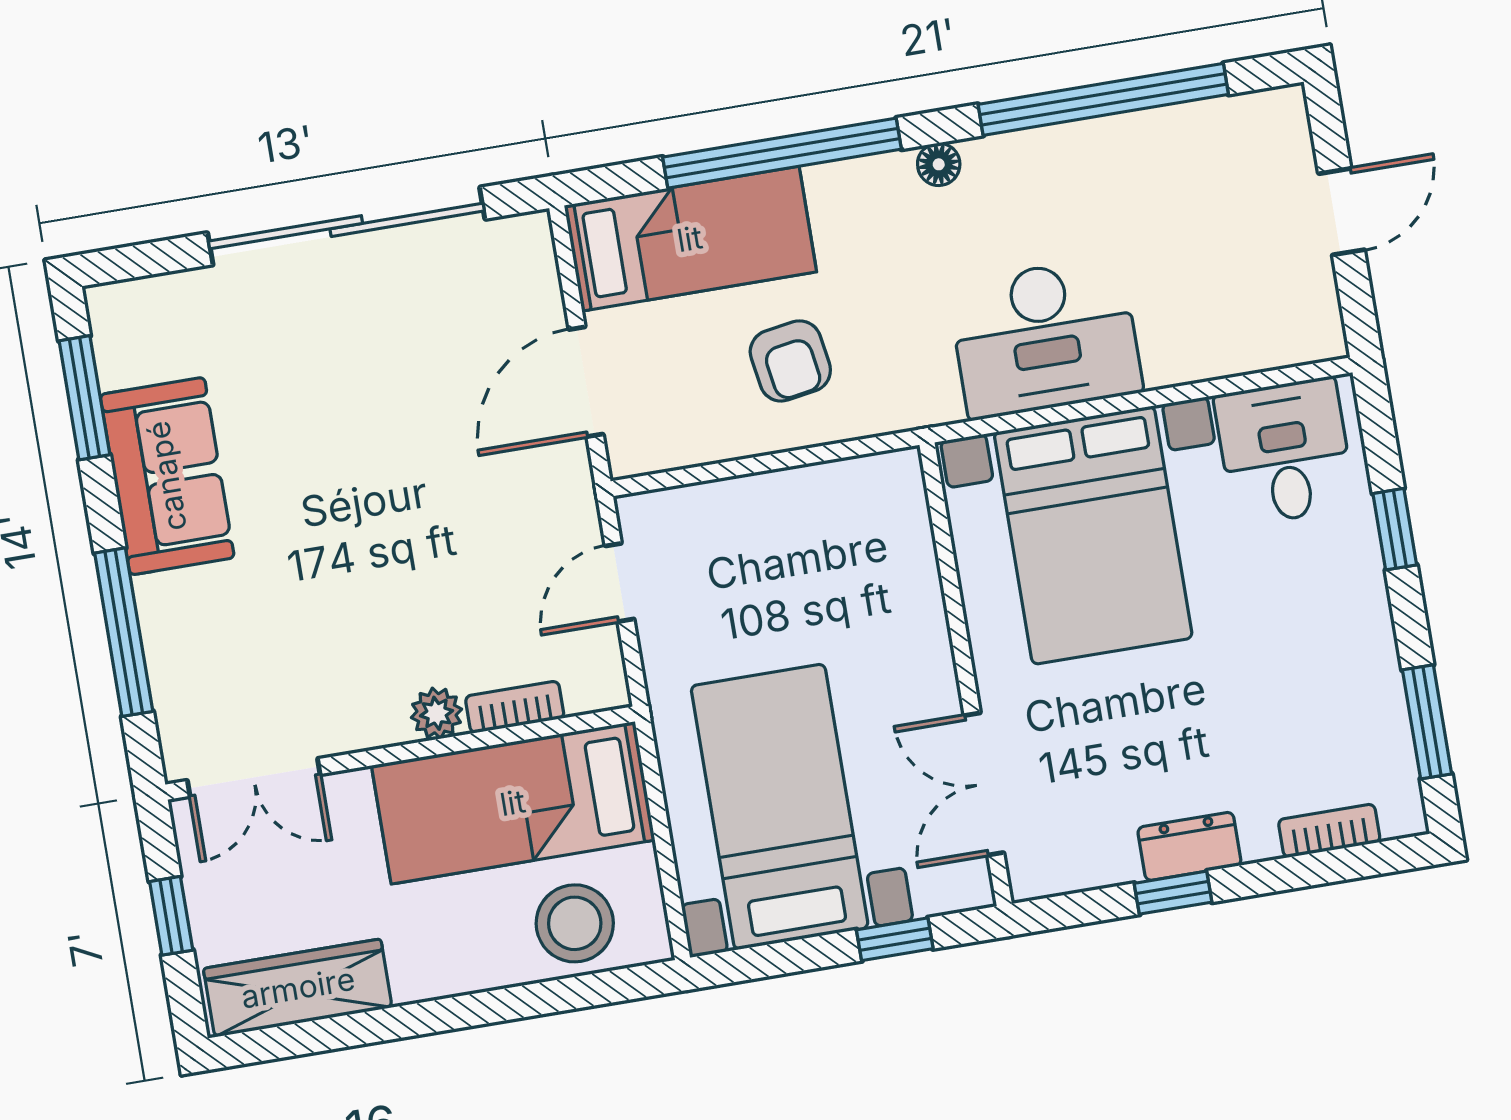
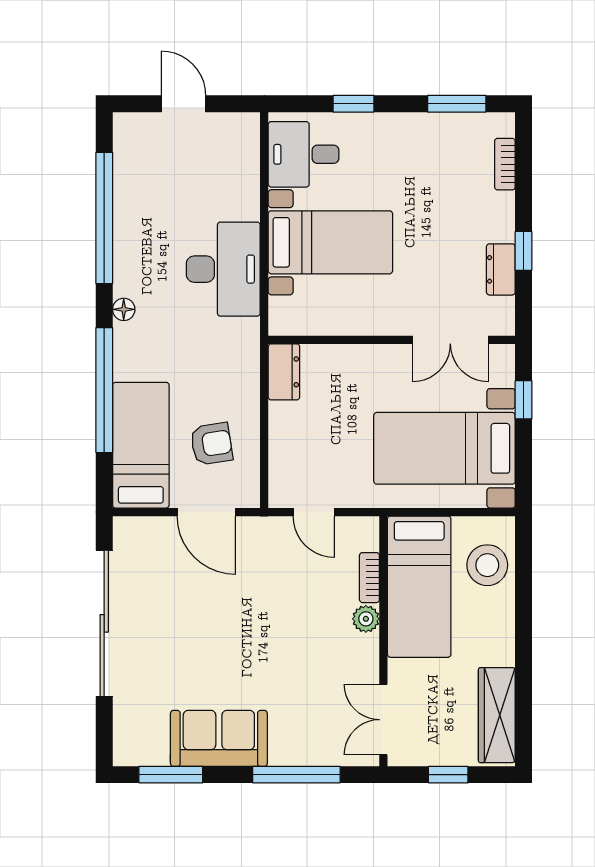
armchair: (790, 361) -> (211, 444), moved
dresser: (872, 483) -> (284, 372), added
bed with nightstands: (1093, 535) -> (330, 242), width x0.73
double door: (254, 778) -> (383, 720), swing flipped
dresser: (1189, 846) -> (501, 269), moved

